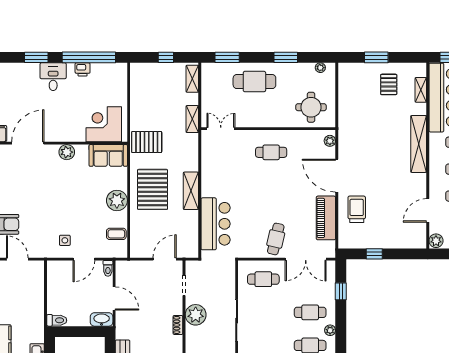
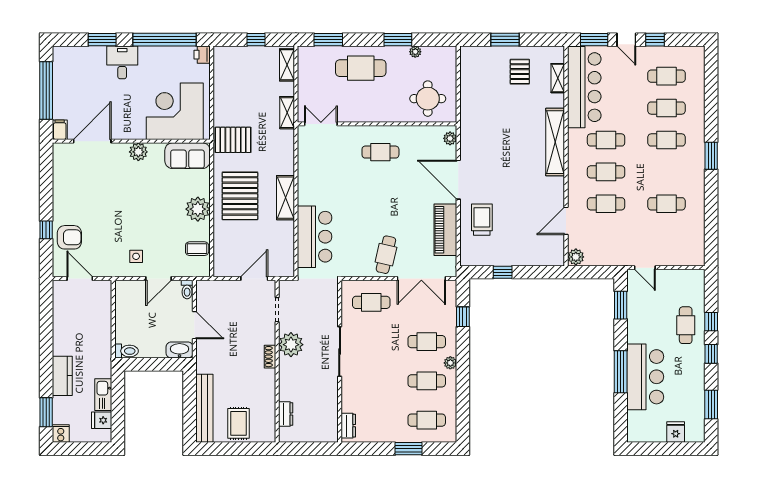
plant: (320, 68) -> (415, 52), moved
printer: (83, 69) -> (202, 55), moved, turned 90
corner desk: (104, 124) -> (175, 111), width x1.36, depth x1.36

